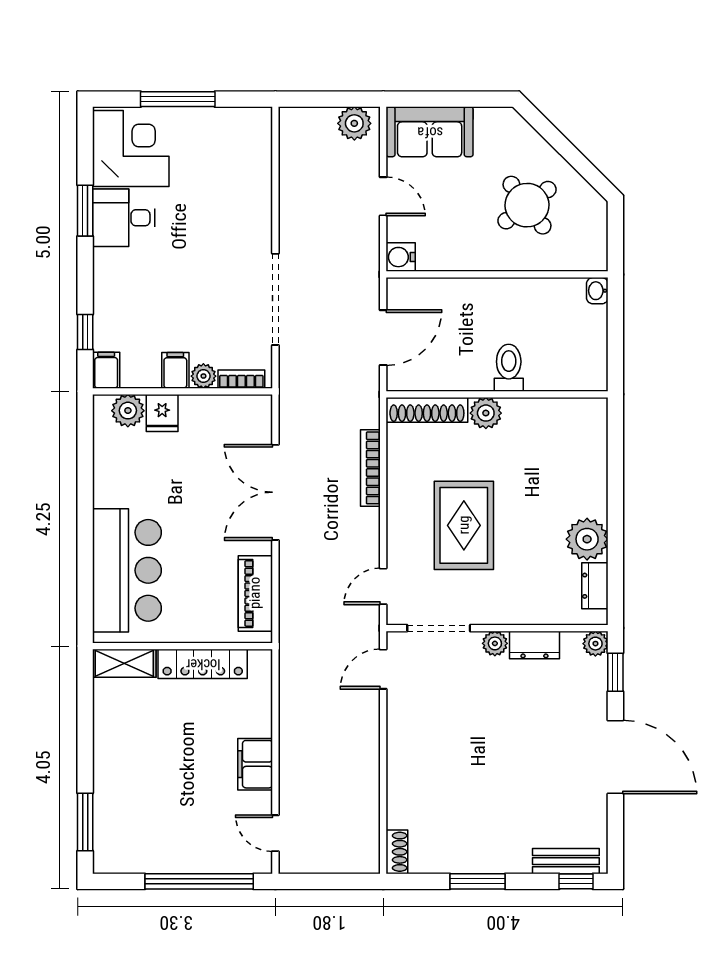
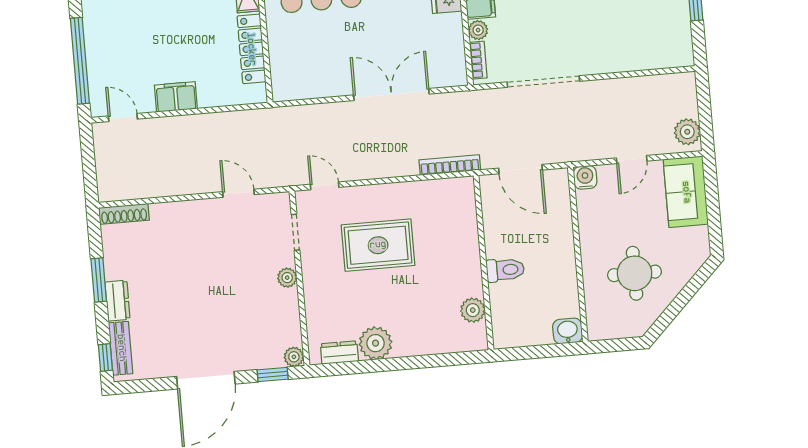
round table: (527, 205) -> (635, 273), turned 37
washbasin: (597, 291) -> (568, 331), width x1.38, depth x1.45
shoe rack: (427, 410) -> (467, 208), removed
plant: (486, 413) -> (473, 310), moved
bookcase: (370, 468) -> (450, 165), moved
piano: (255, 593) -> (310, 86), removed
doorway: (439, 628) -> (295, 232), width x0.73
dresser: (534, 645) -> (118, 301), moved, turned 180
door: (383, 669) -> (238, 193), moved
door: (275, 833) -> (123, 118), hinge flipped
shoe rack: (397, 852) -> (124, 214), width x1.43

